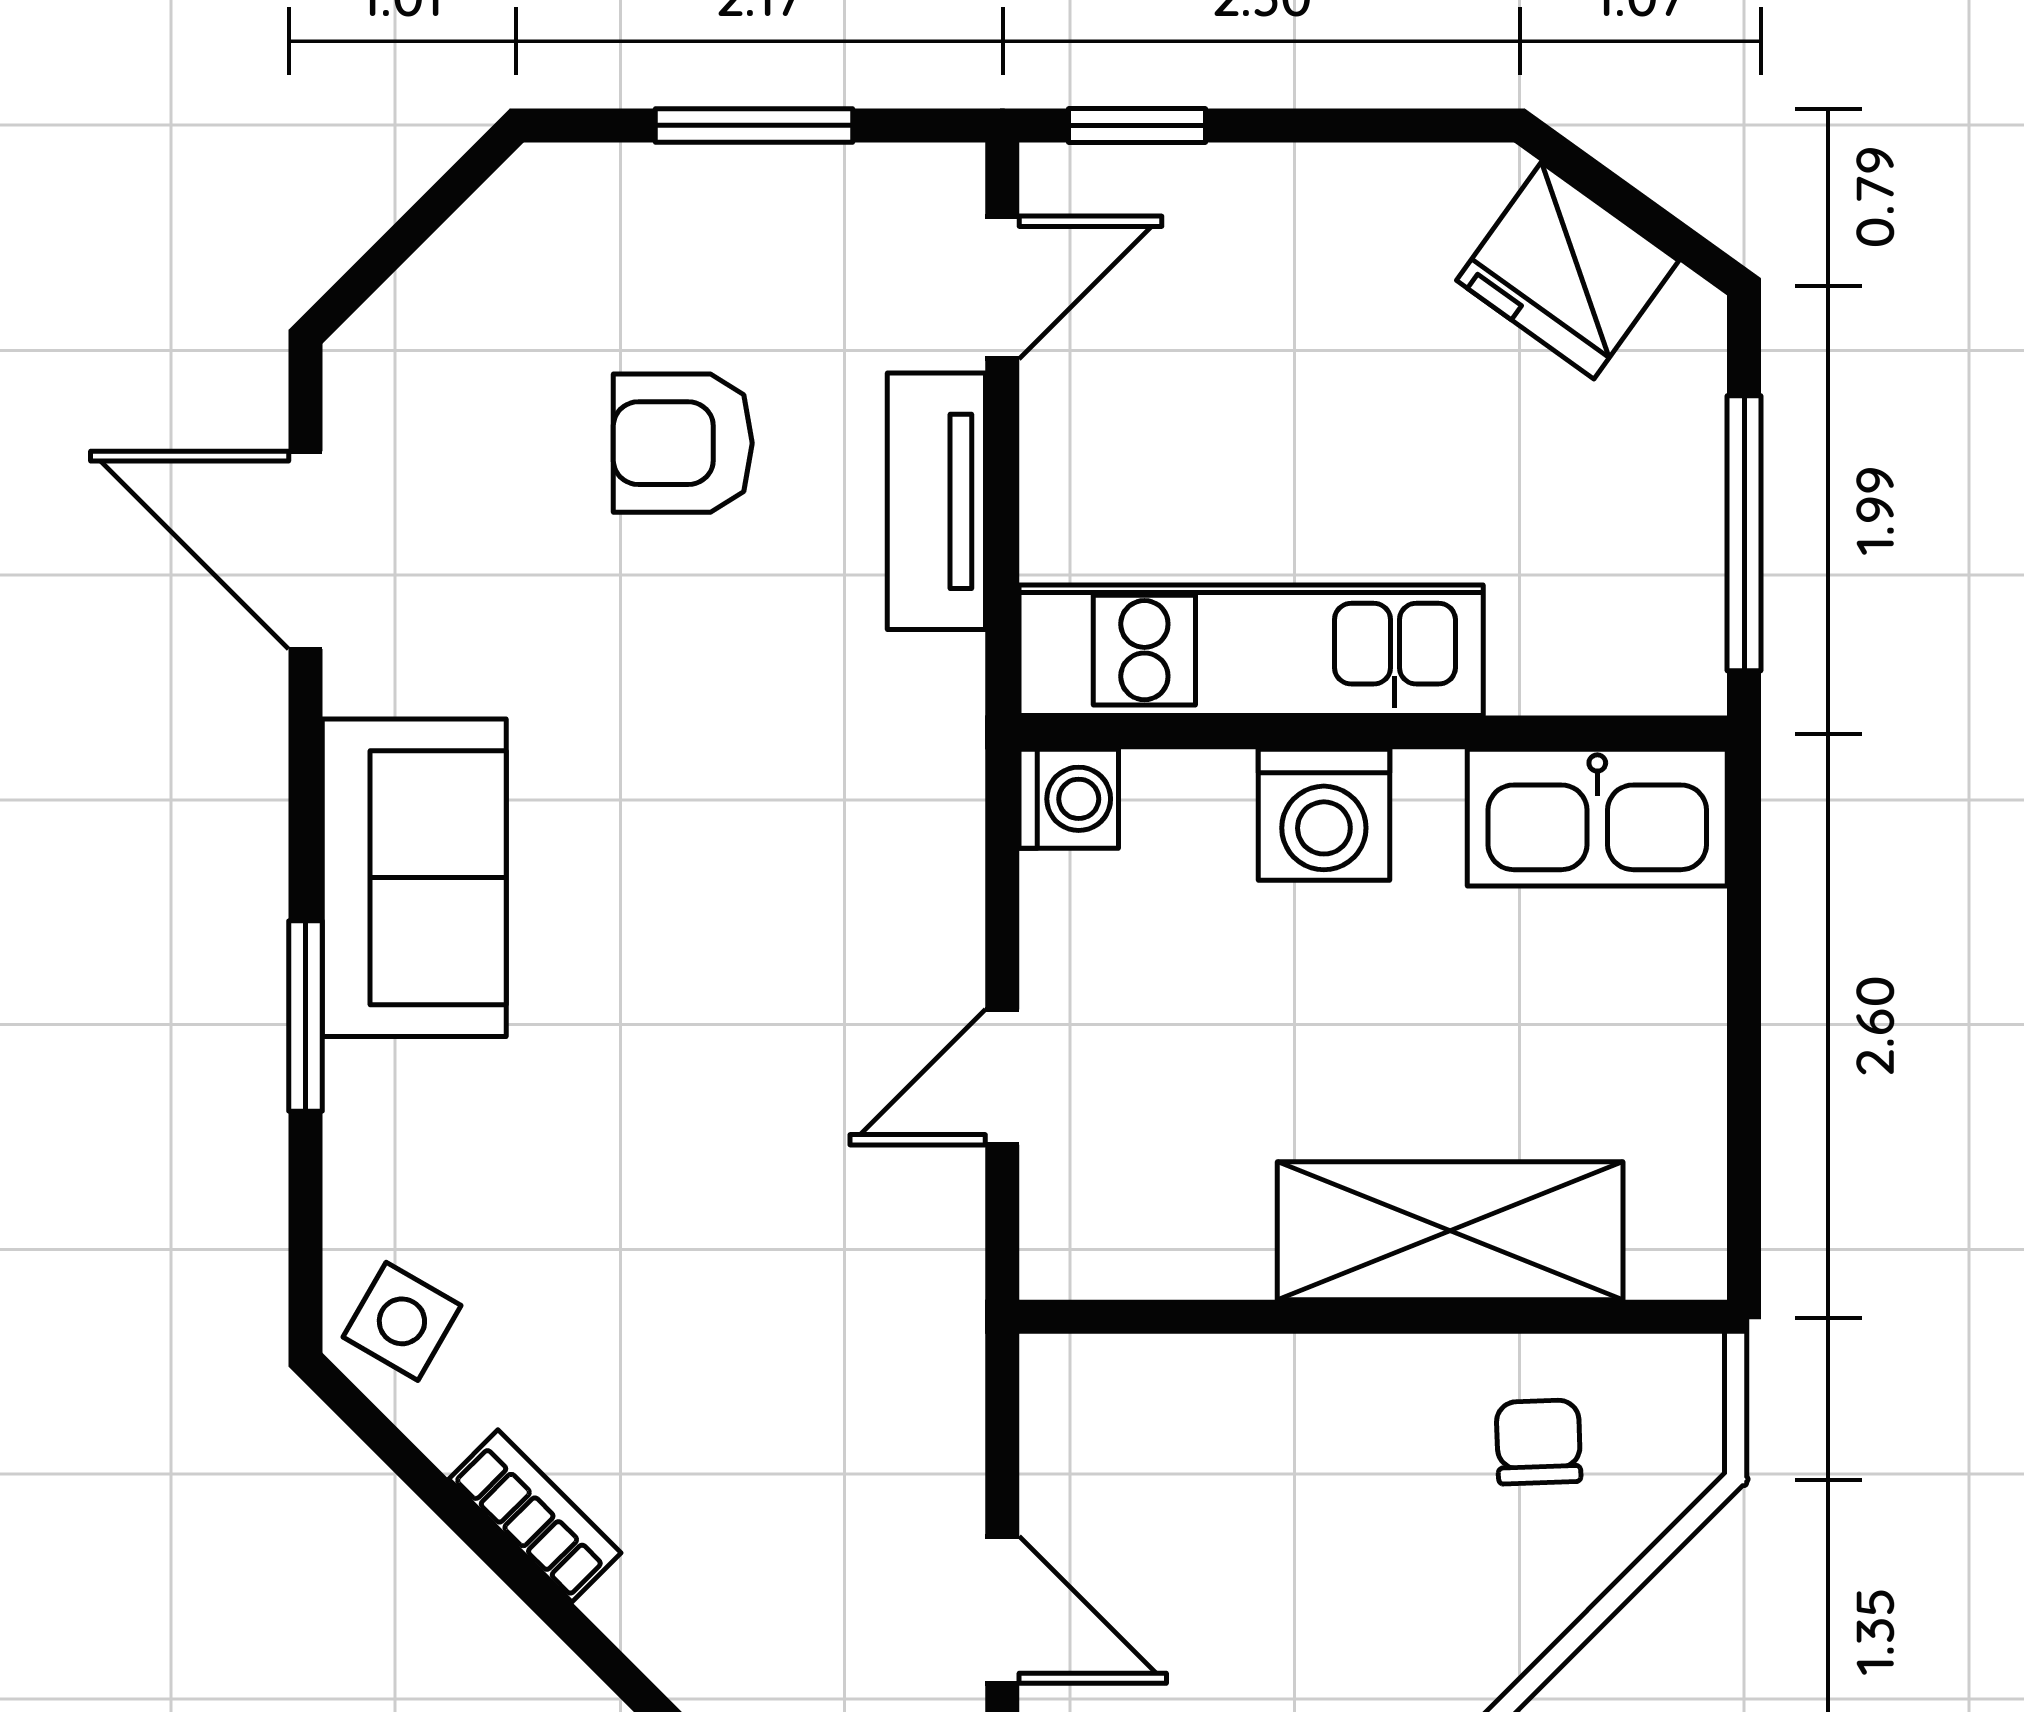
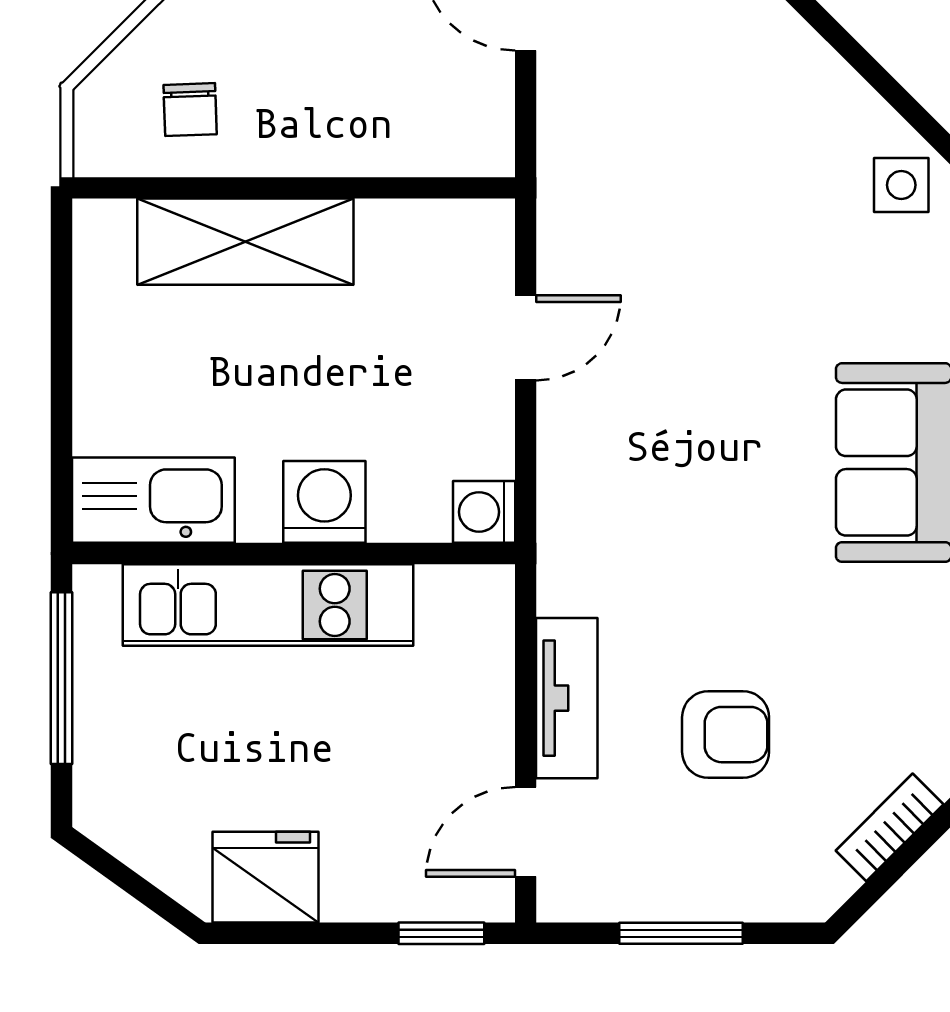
fridge: (1568, 271) -> (265, 877), moved, turned -36
kitchen unit: (1251, 650) -> (268, 605), moved
side table: (402, 1321) -> (901, 185), turned -30
bookcase: (535, 1516) -> (890, 827), moved, turned 90

